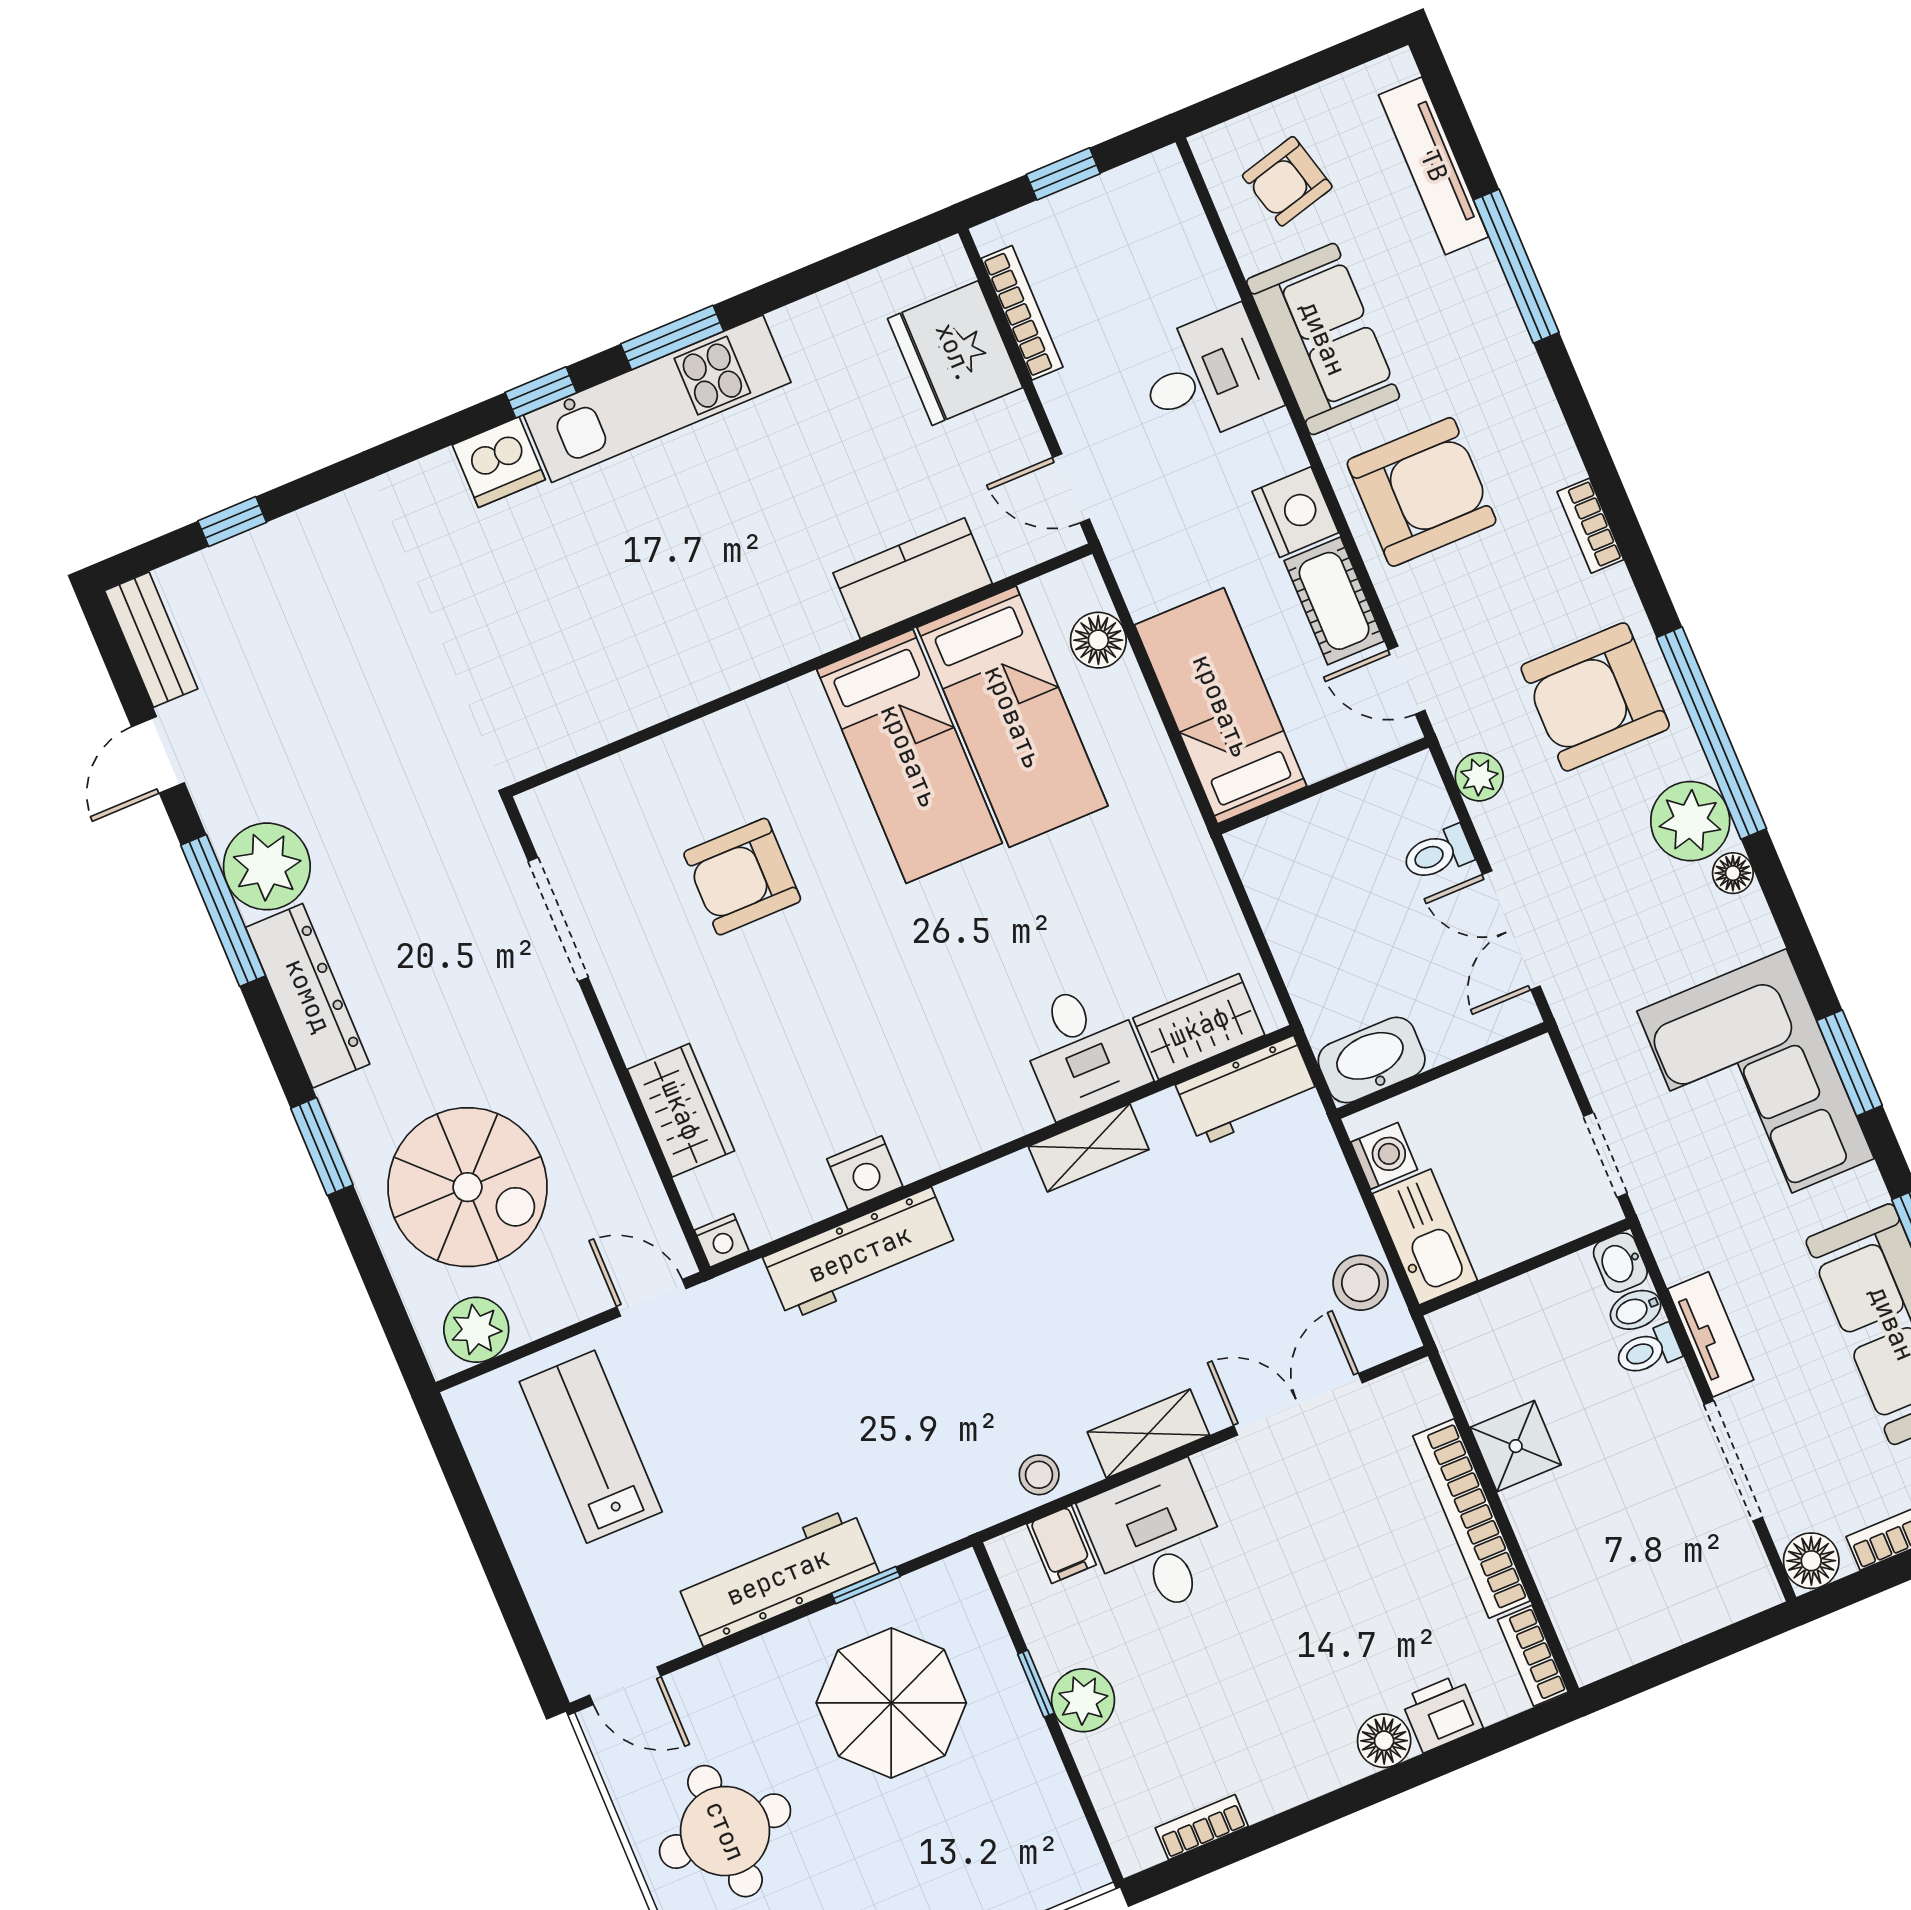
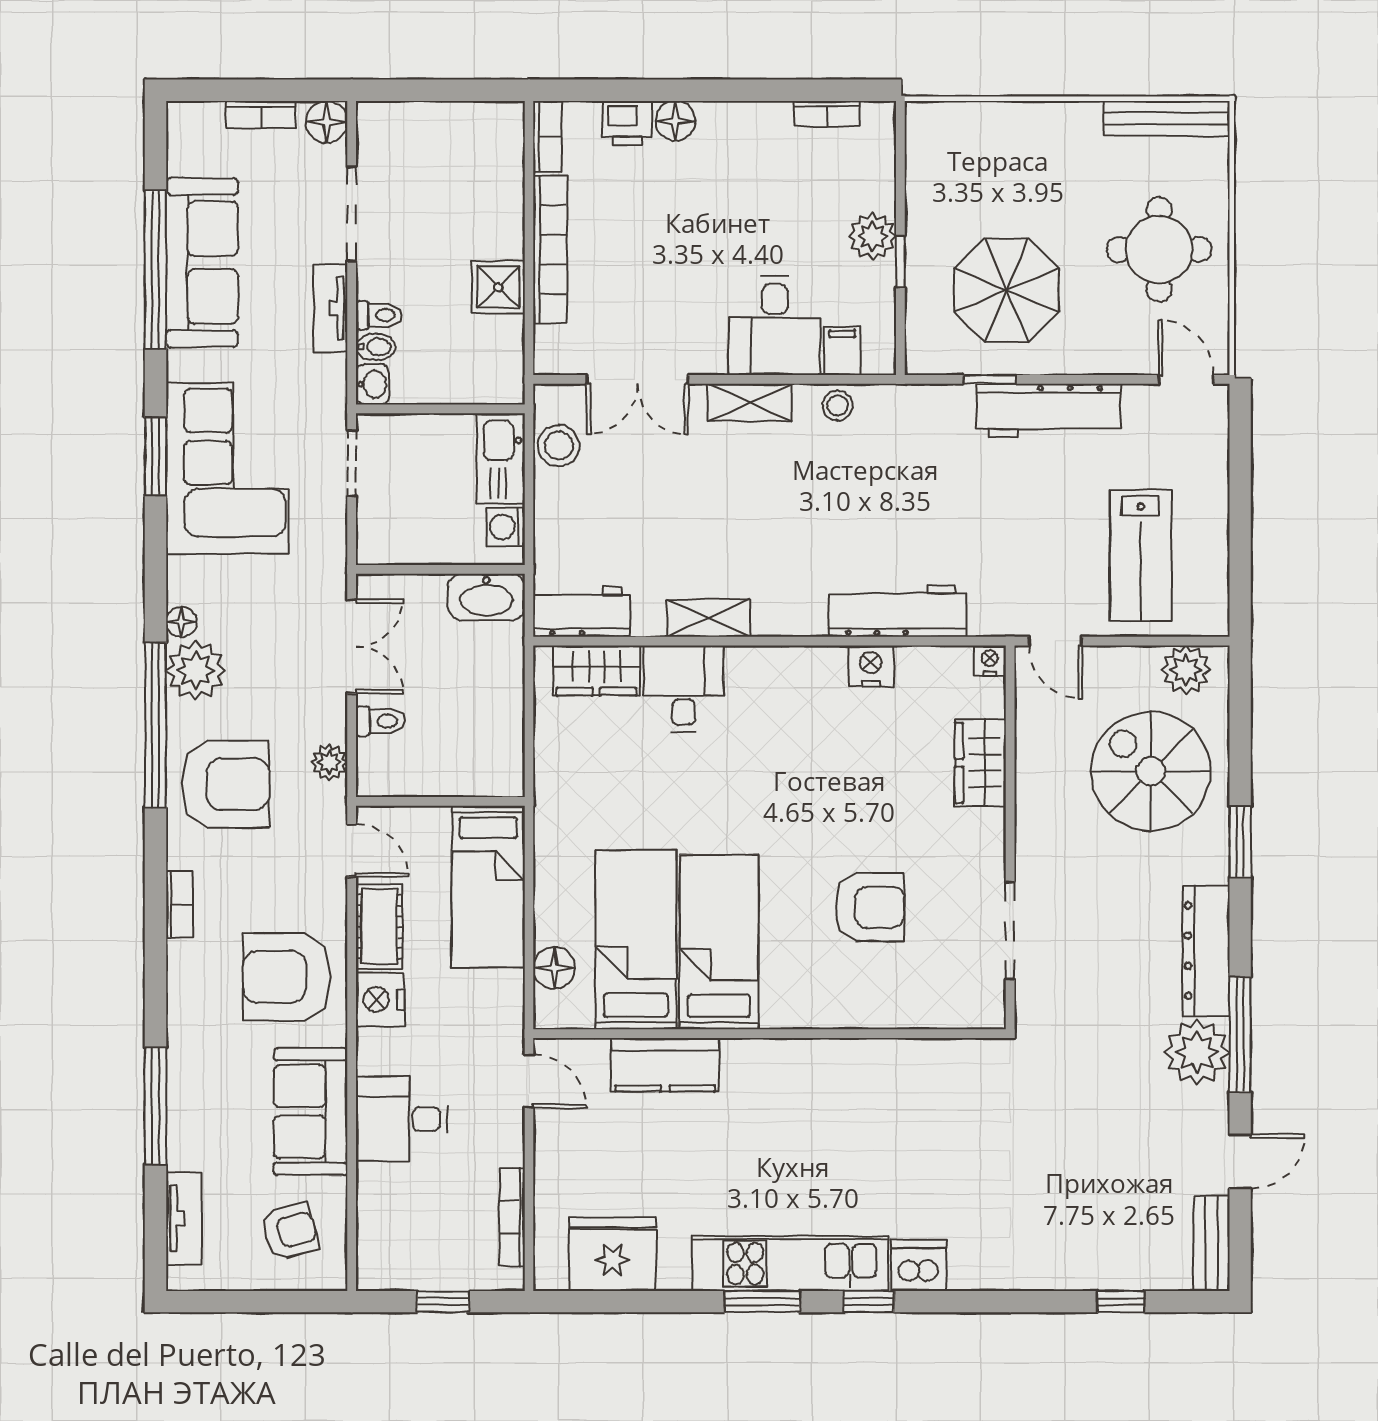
tv unit: (1434, 166) -> (184, 1219), width x0.71
fridge: (955, 353) -> (613, 1254), moved, turned -90

